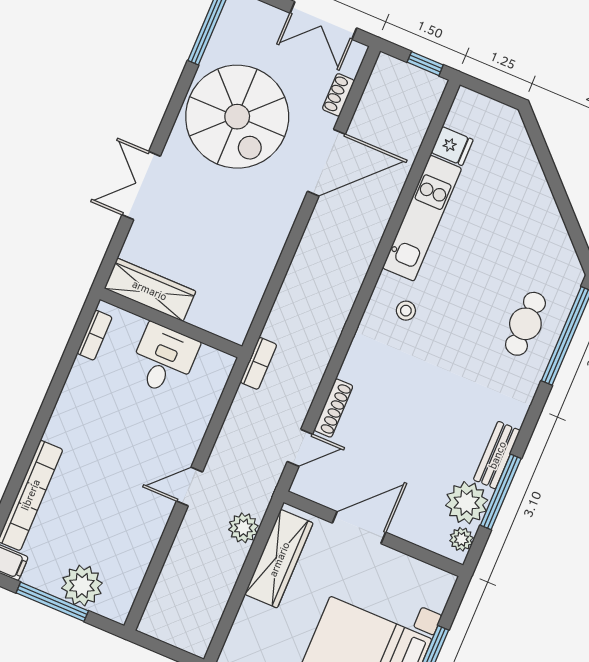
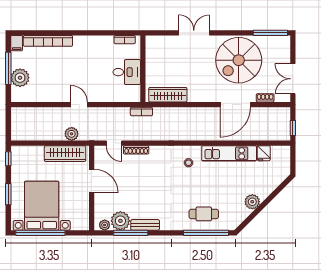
door: (326, 163) -> (235, 105), hinge flipped
plant: (543, 212) -> (252, 202), added
wardrobe: (150, 290) -> (168, 95), moved, turned -90

